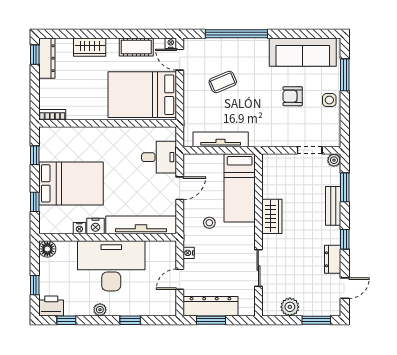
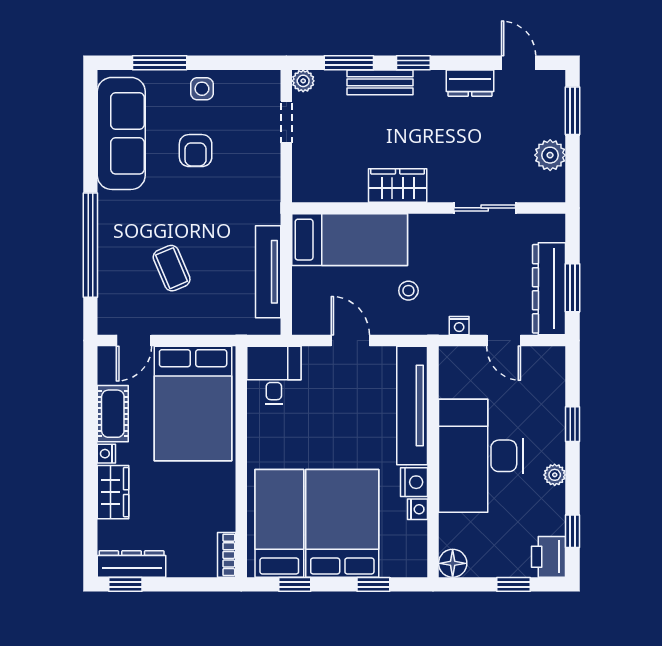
nightstand: (171, 43) -> (106, 454), moved
bed: (71, 146) -> (279, 523), added
desk: (159, 157) -> (274, 375), moved
window: (345, 239) -> (413, 63), moved

